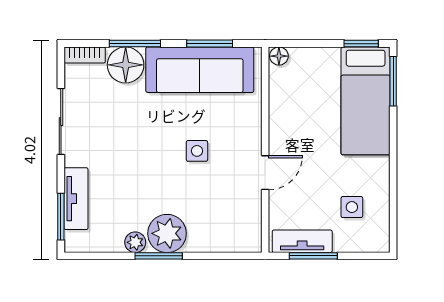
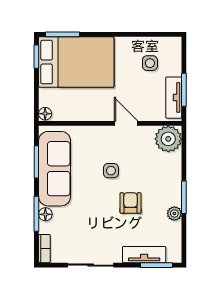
floor lamp: (126, 65) -> (45, 214), width x0.53, depth x0.53
bed: (366, 101) -> (76, 62), width x1.50
armchair: (150, 179) -> (130, 203), added
plant: (167, 233) -> (168, 139), moved

